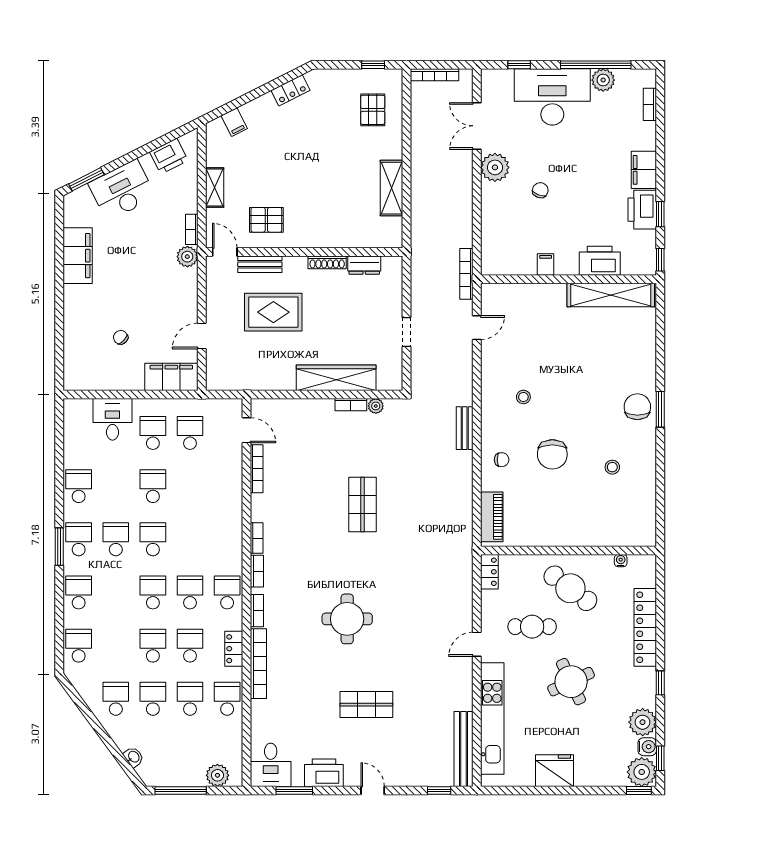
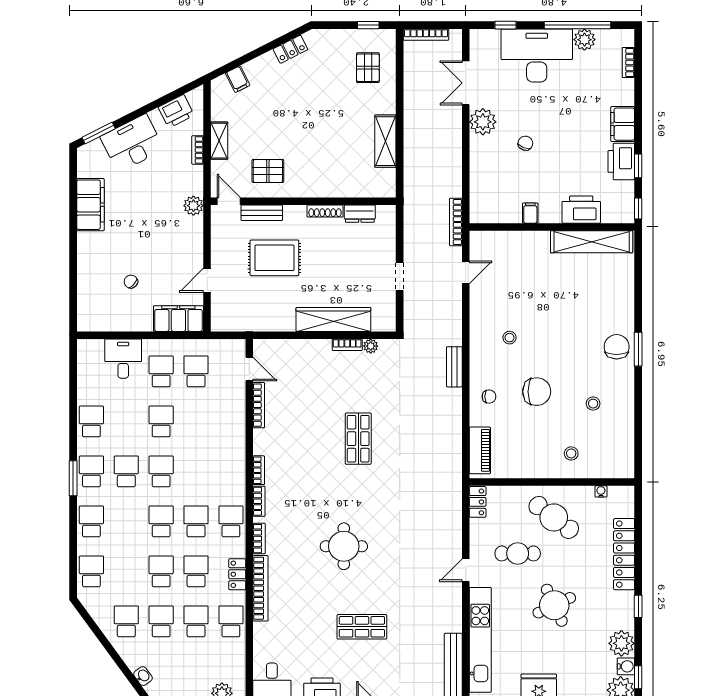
bookcase: (192, 229) -> (198, 150), moved
chair: (552, 454) -> (537, 392), turned -90
stool: (589, 520) -> (571, 453), added

